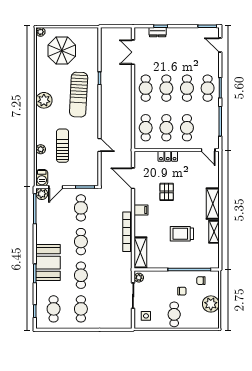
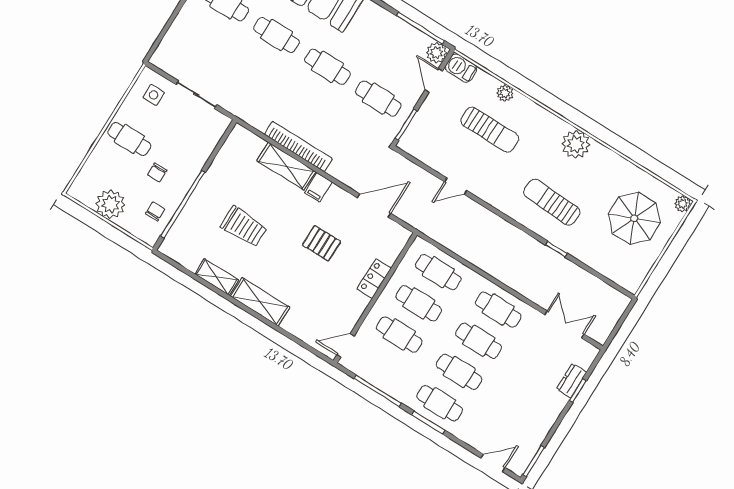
sun lounger: (79, 95) -> (552, 202), width x0.73, depth x0.75
trolley: (182, 234) -> (244, 227), turned 90
shelving: (140, 252) -> (286, 166), moved
plant: (139, 278) -> (218, 120), removed

